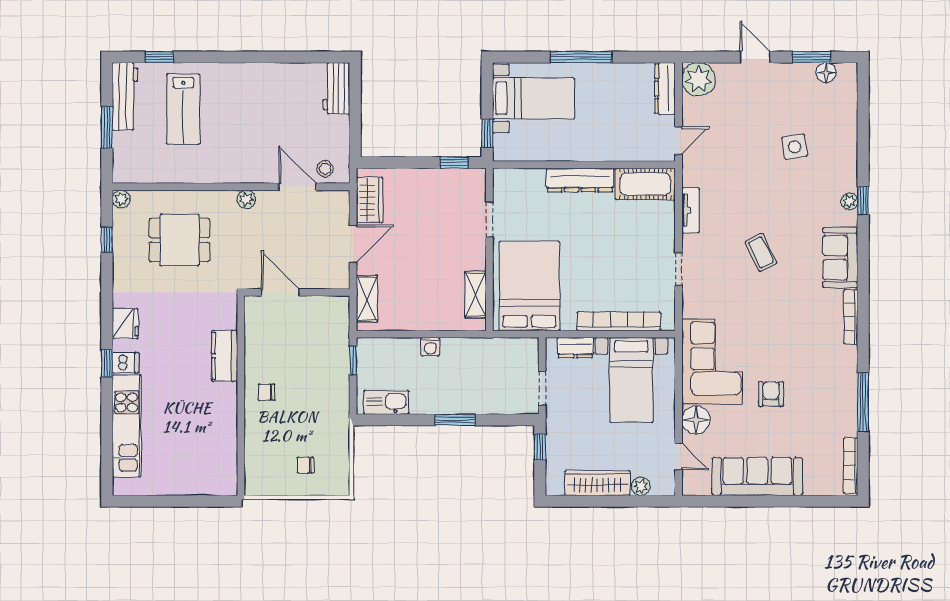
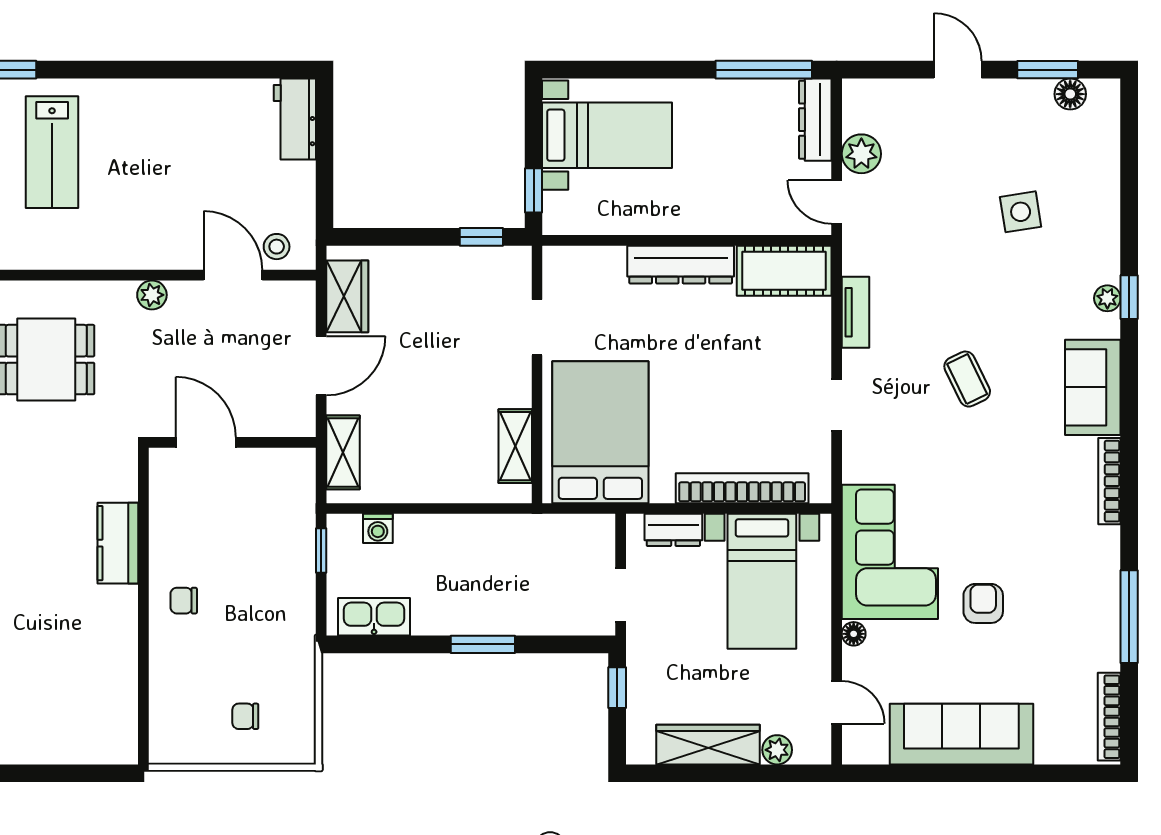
window: (581, 57) -> (764, 70), moved
plant: (699, 79) -> (861, 154), moved, width x0.73, depth x0.73
door: (678, 141) -> (837, 202), swing flipped
washing machine: (430, 347) -> (378, 528), moved
floor lamp: (696, 420) -> (854, 634), width x0.53, depth x0.53

